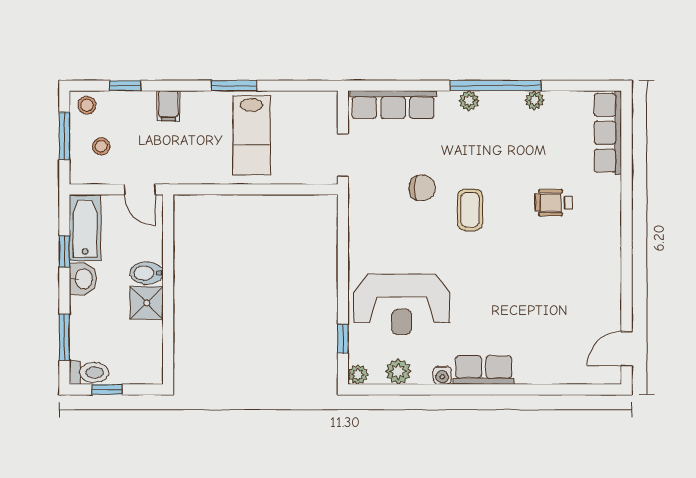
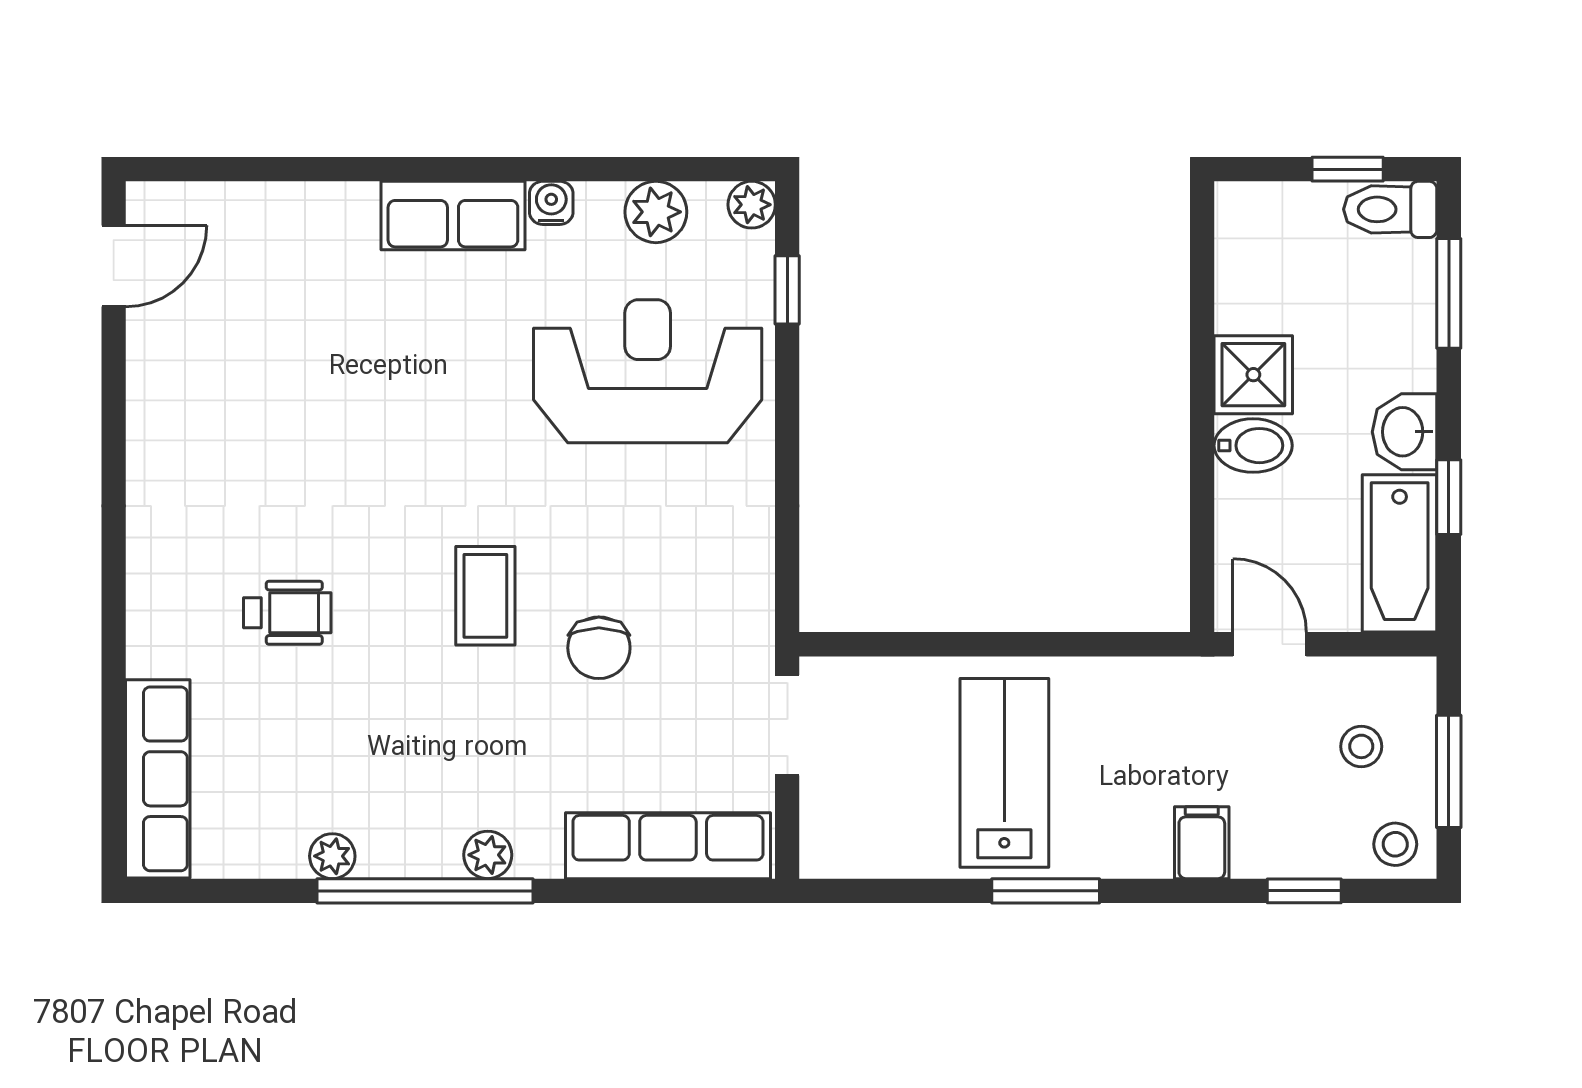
chair: (422, 188) -> (599, 648), turned -90

